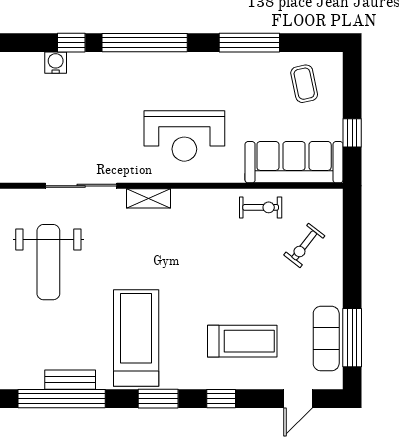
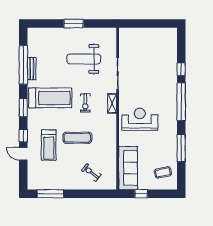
water cooler: (56, 63) -> (172, 62), removed
reception desk: (184, 136) -> (140, 119), turned 90
exercise bike: (261, 207) -> (85, 103), moved
exercise mat: (326, 339) -> (77, 138), moved
door: (298, 399) -> (23, 154), moved

